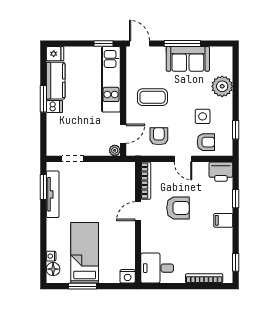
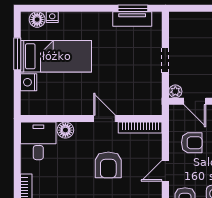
doorway: (73, 159) -> (165, 60), moved
tv unit: (53, 194) -> (132, 19), width x0.71
floor lamp: (148, 245) -> (65, 130), added
nightstand: (128, 276) -> (29, 82), moved

